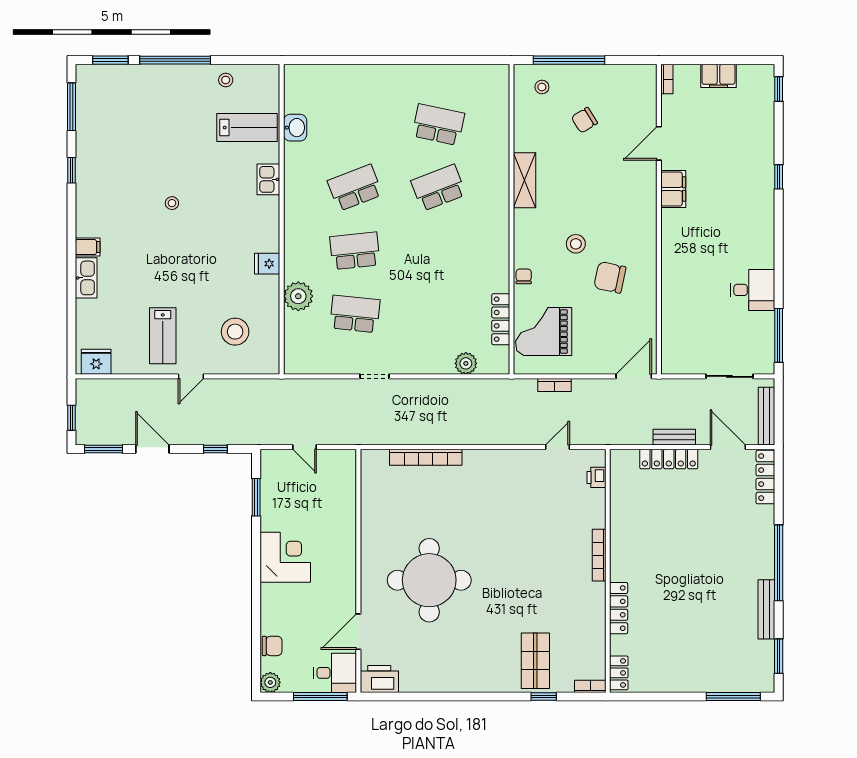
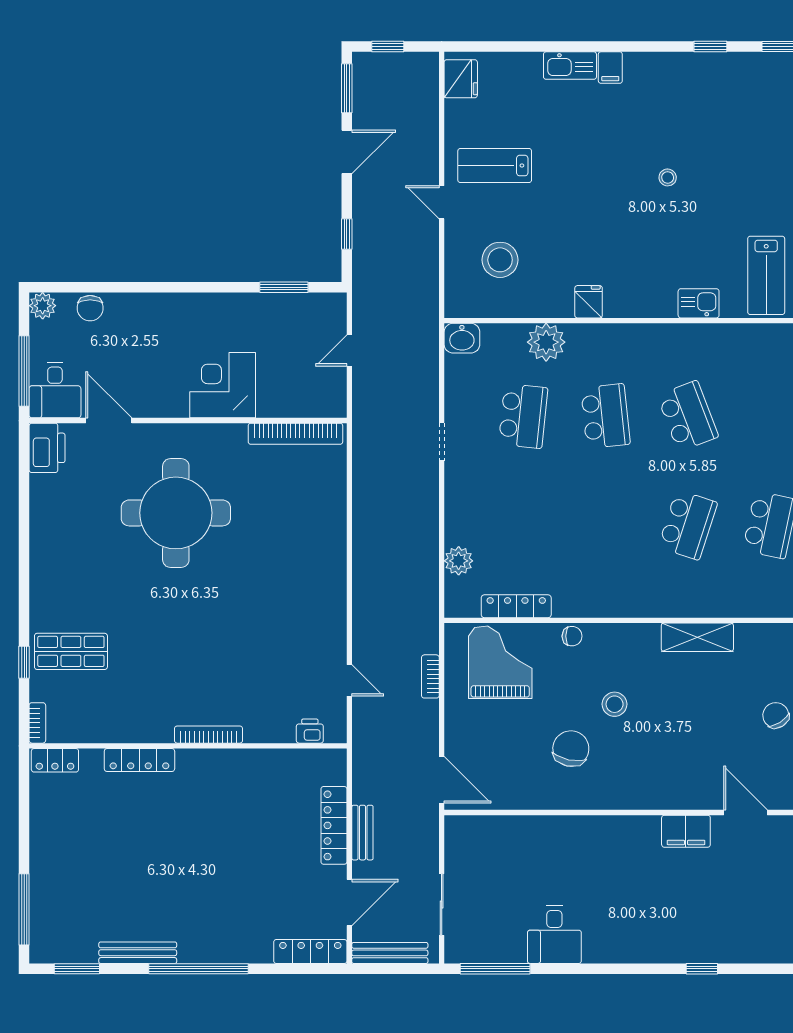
washbasin: (295, 128) -> (462, 338), moved
school desk: (438, 188) -> (688, 525), turned 39
bookcase: (426, 457) -> (295, 434), moved, turned -90
corner desk: (285, 557) -> (223, 385), moved, turned 180

